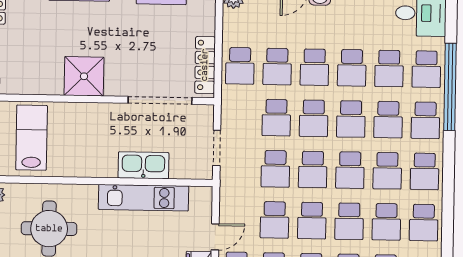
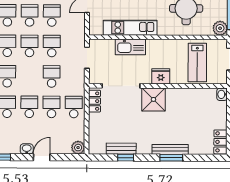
locker: (205, 65) -> (95, 101), width x0.66
shower: (84, 76) -> (153, 99), moved
fridge: (93, 115) -> (161, 76), added
school desk: (314, 118) -> (29, 76), removed

